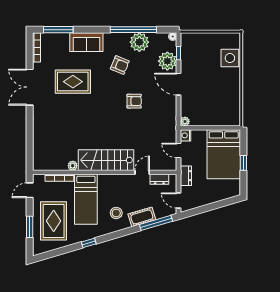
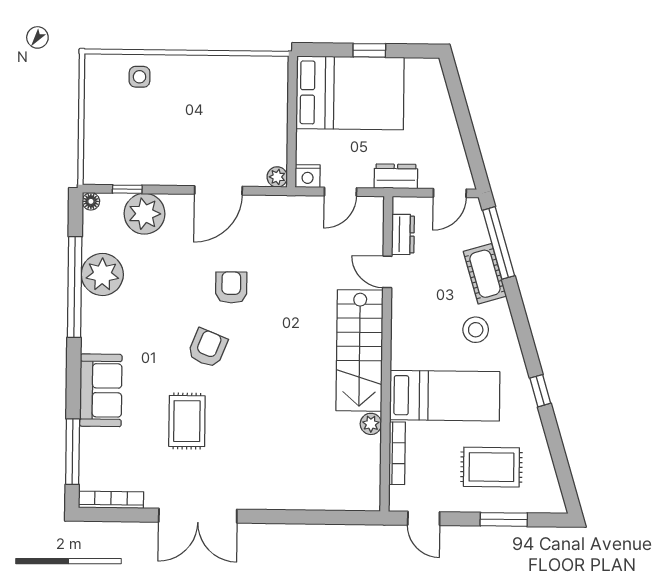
side table: (230, 58) -> (140, 77), width x0.54, depth x0.54
armchair: (120, 65) -> (208, 348), moved
rug: (73, 82) -> (187, 421), width x0.73, depth x0.70
door: (178, 84) -> (218, 190), moved
rug: (54, 221) -> (491, 467), width x0.73, depth x0.70

